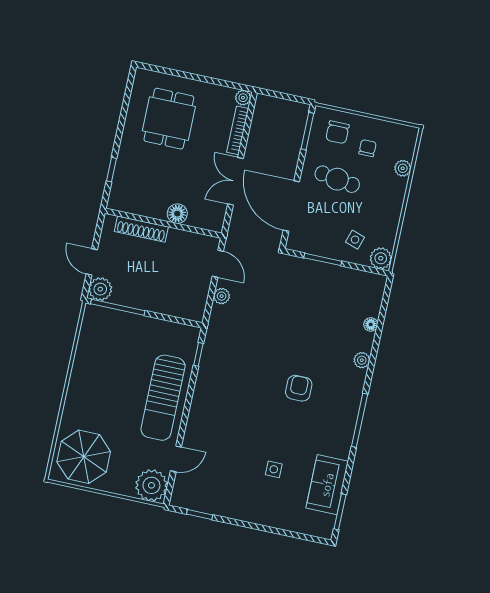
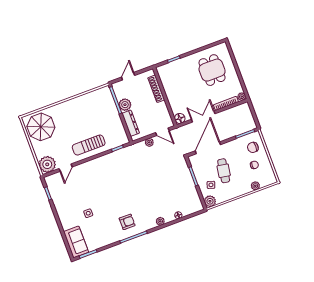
dining table: (169, 119) -> (212, 70), turned 90
cafe table: (337, 179) -> (224, 171), moved
floor lamp: (177, 214) -> (180, 118), moved
door: (218, 264) -> (162, 132), hinge flipped
plant: (100, 289) -> (125, 105), moved
dresser: (171, 307) -> (131, 123), added
armchair: (299, 388) -> (127, 222), moved
sun lounger: (163, 398) -> (89, 145), width x0.73, depth x0.75
door: (176, 459) -> (66, 168), hinge flipped
sofa: (327, 485) -> (76, 242), moved, turned 90

